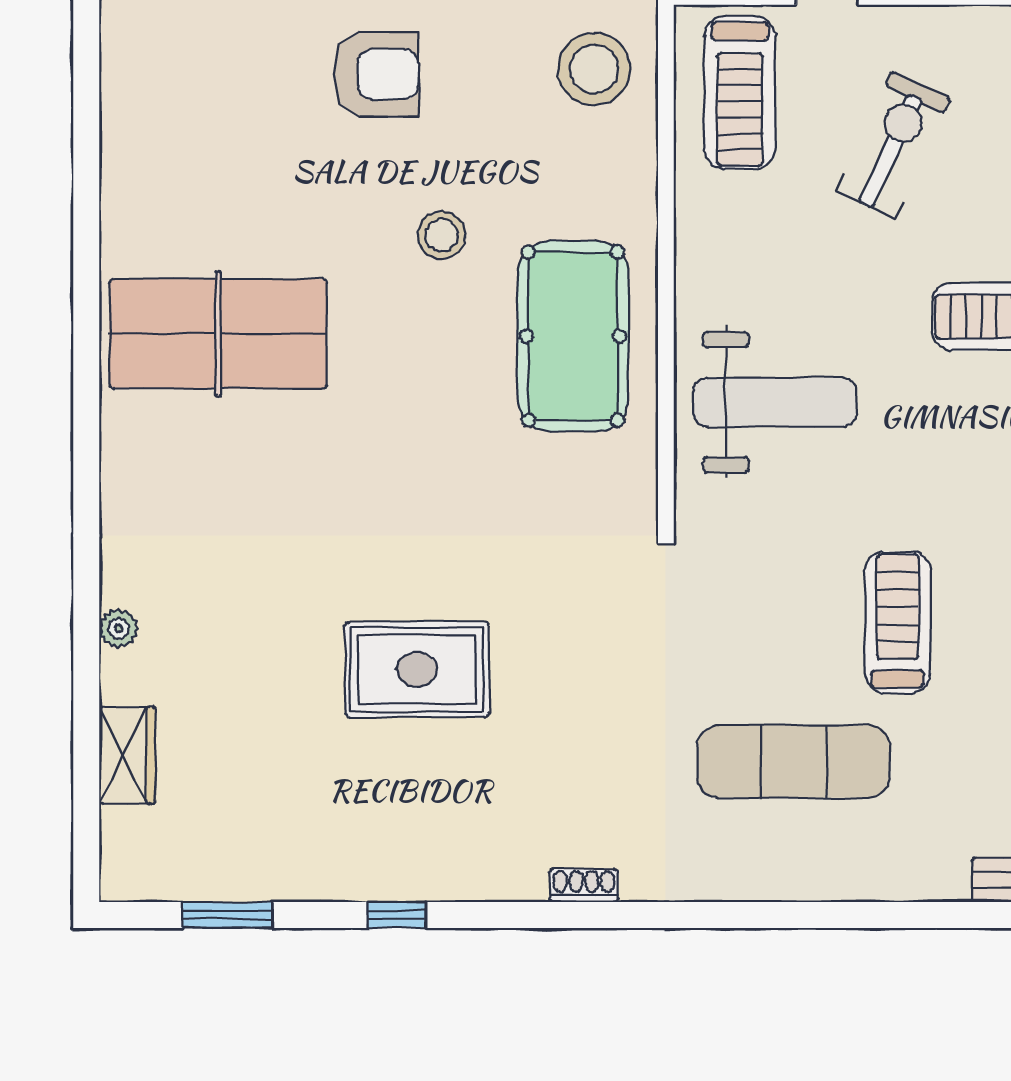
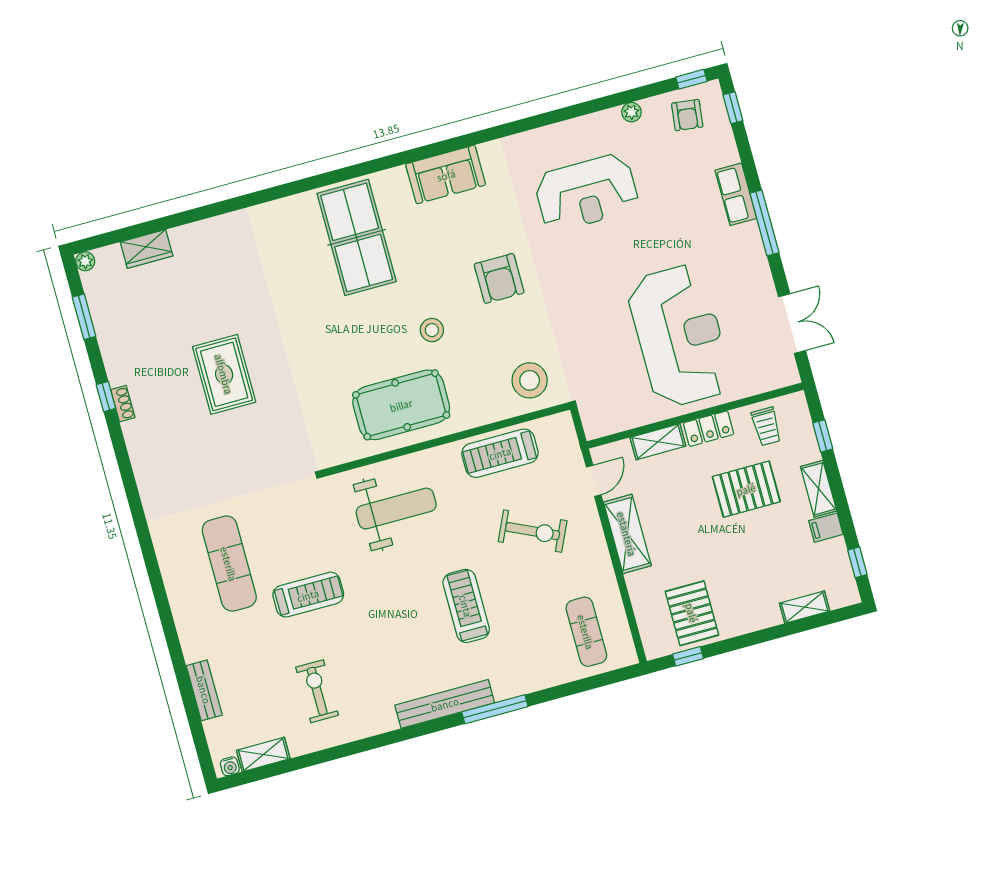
treadmill: (740, 93) -> (500, 453), moved
sofa: (142, 124) -> (446, 175), added
weight bench: (775, 402) -> (396, 509), turned -90
plant: (118, 628) -> (85, 261), moved
shoe rack: (584, 886) -> (123, 404), moved

